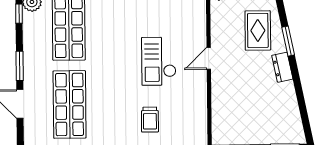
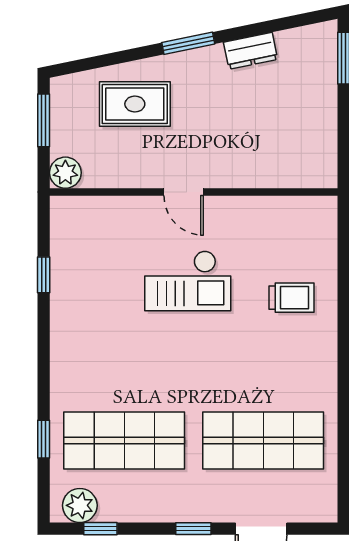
window: (288, 41) -> (188, 43), moved
window: (20, 66) -> (193, 529), width x0.67
dresser: (282, 67) -> (251, 51), moved

